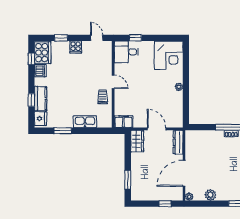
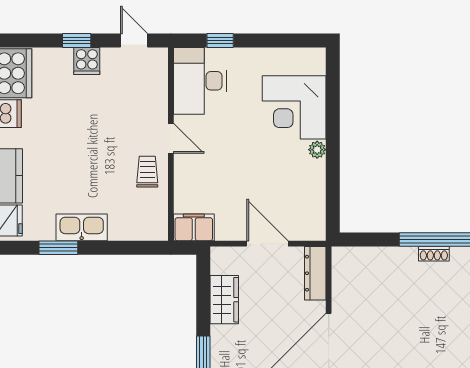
window: (61, 38) -> (77, 41), moved
desk: (126, 52) -> (200, 81), width x1.37
corner desk: (169, 55) -> (294, 107), moved, turned 90
kitchen sink: (85, 122) -> (82, 227), moved
wardrobe: (137, 141) -> (224, 300), moved

